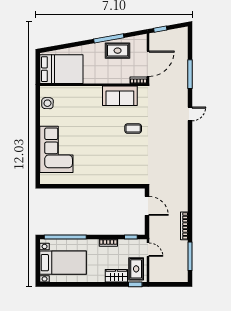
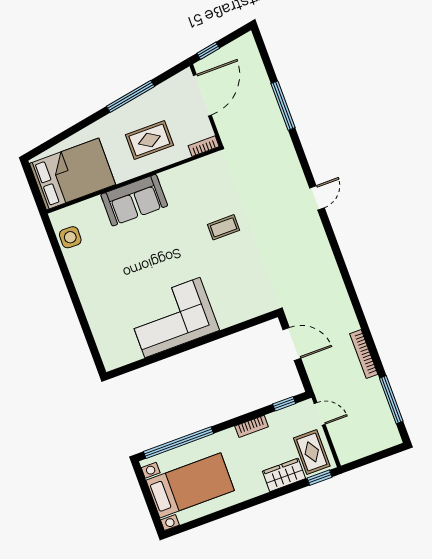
rug: (118, 51) -> (149, 140), moved
door: (148, 64) -> (202, 95), moved
sofa: (120, 96) -> (134, 200), moved
door: (190, 114) -> (317, 198), moved
corner sofa: (56, 149) -> (172, 318), moved, turned -90

